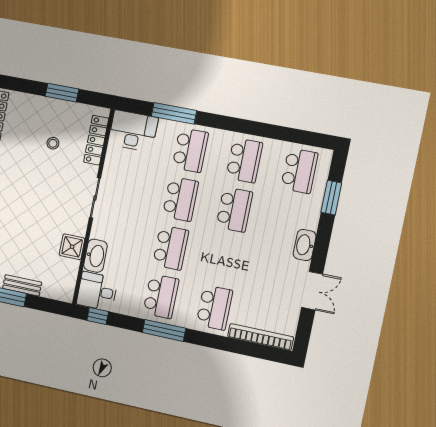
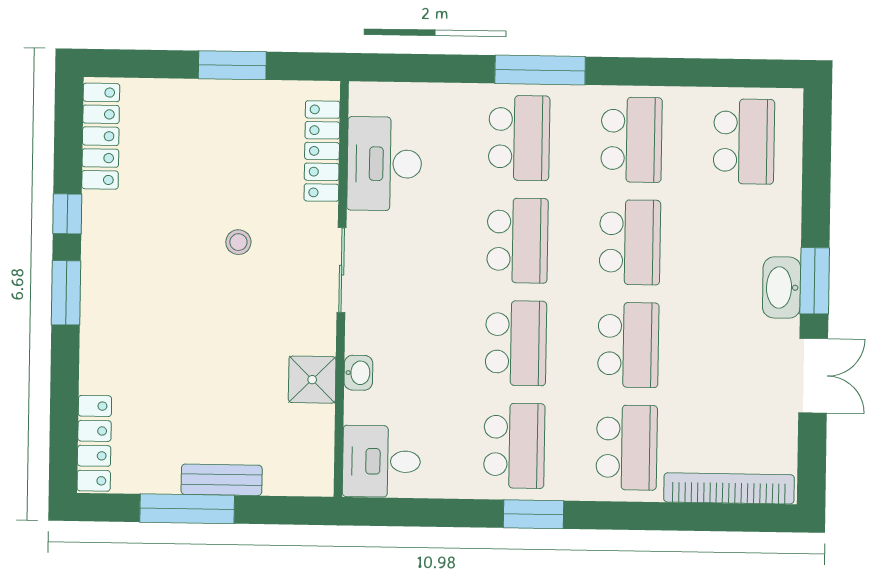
window: (174, 113) -> (540, 70), moved
desk: (133, 131) -> (384, 164), moved, turned -90
stool: (53, 143) -> (238, 242), moved
window: (331, 198) -> (815, 281), moved
washbasin: (95, 256) -> (358, 373), width x0.52, depth x0.69
school desk: (224, 259) -> (628, 345), added
window: (98, 316) -> (392, 512), removed
window: (164, 330) -> (533, 514), width x0.69

